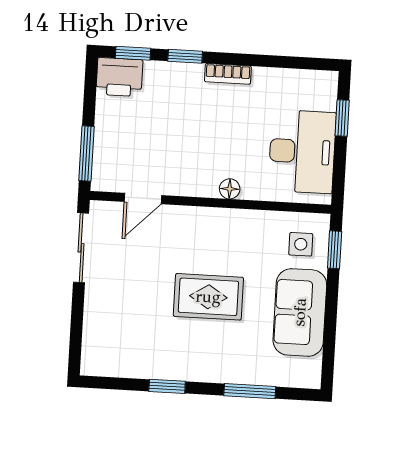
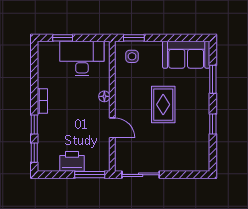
printer: (119, 77) -> (72, 161), moved, turned -90
door: (143, 199) -> (112, 128), moved
sofa: (300, 312) -> (186, 55), moved

